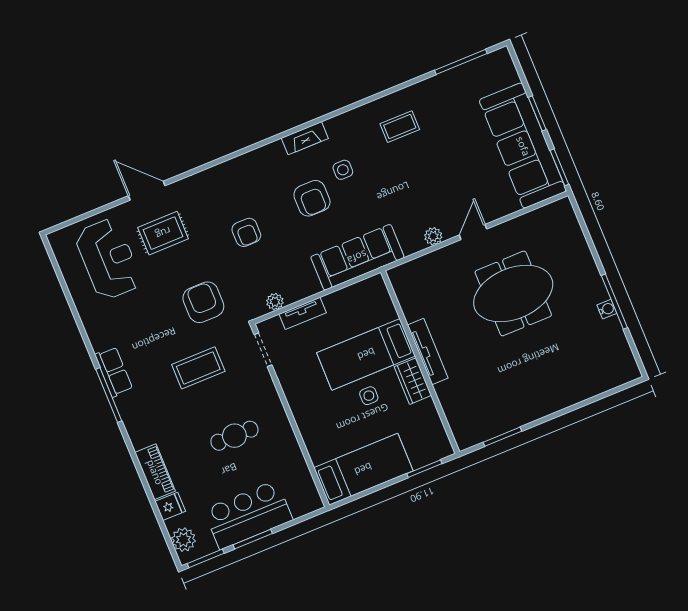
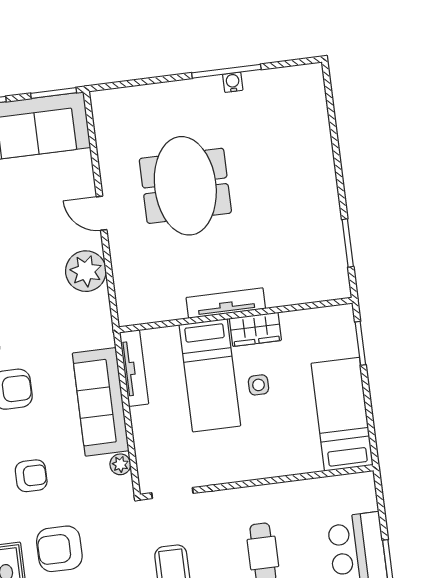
plant: (433, 236) -> (86, 271), width x1.88, depth x1.88
sofa: (357, 257) -> (101, 402), moved
armchair: (203, 302) -> (59, 549), moved
tv unit: (303, 313) -> (134, 368), moved, width x1.41

